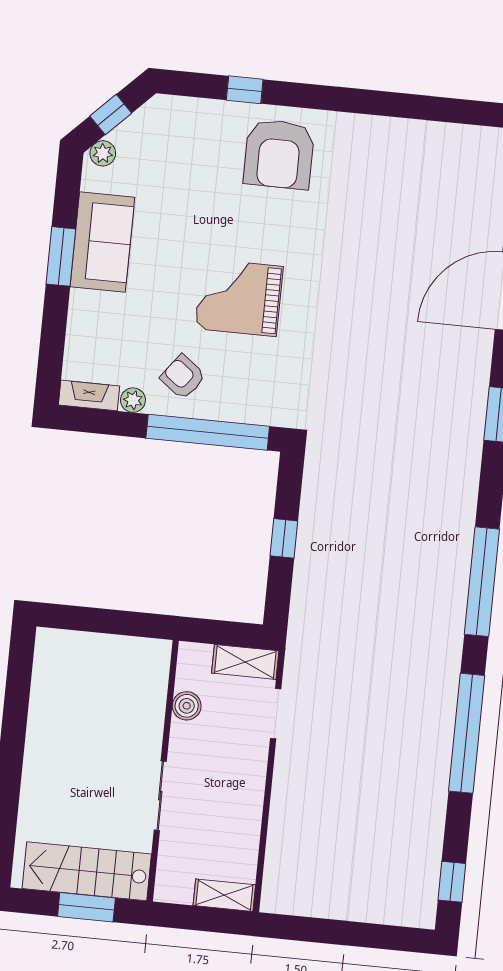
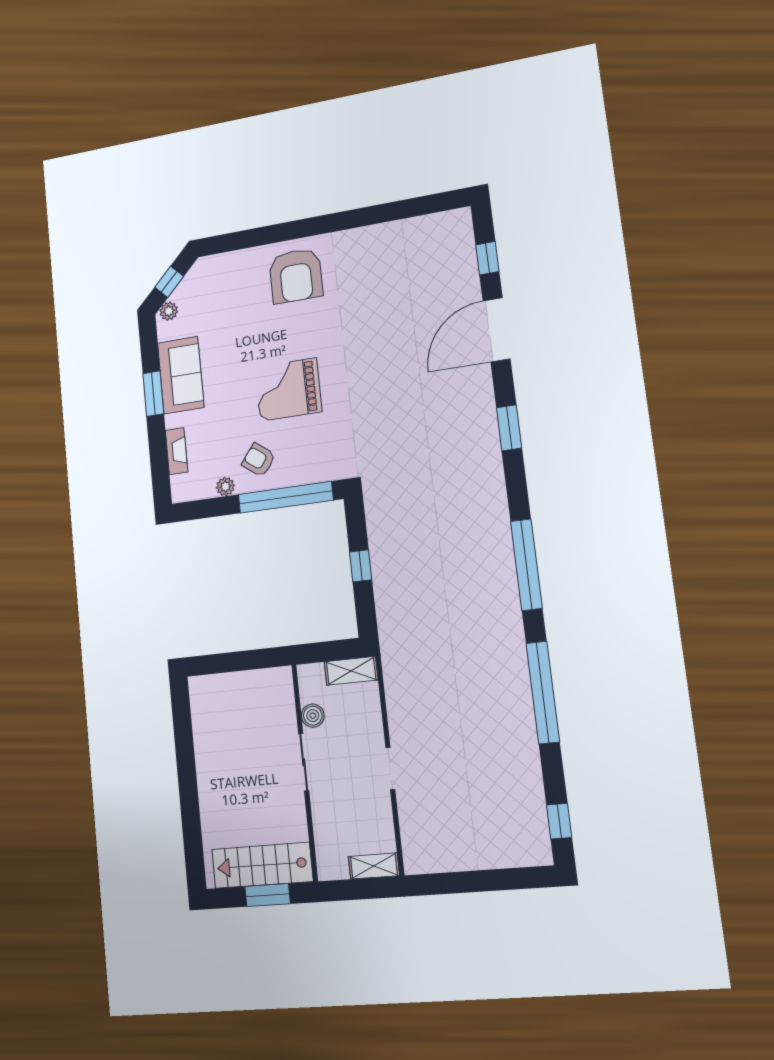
window: (245, 90) -> (261, 236), removed
fireplace: (89, 395) -> (177, 451), moved, turned 90
doorway: (276, 714) -> (390, 768), moved
sliding door: (160, 796) -> (304, 762), moved

